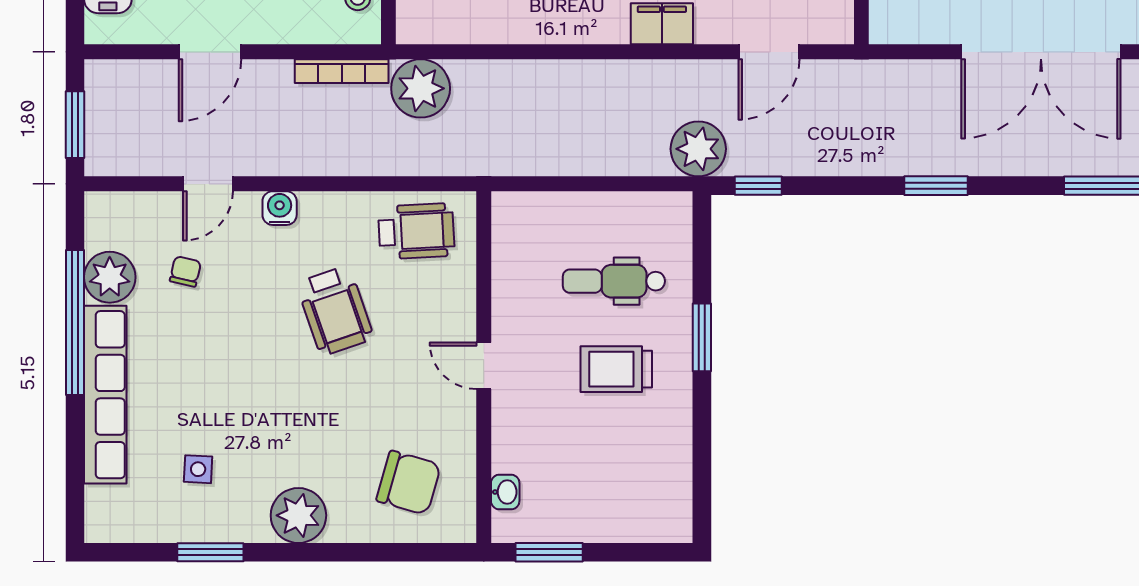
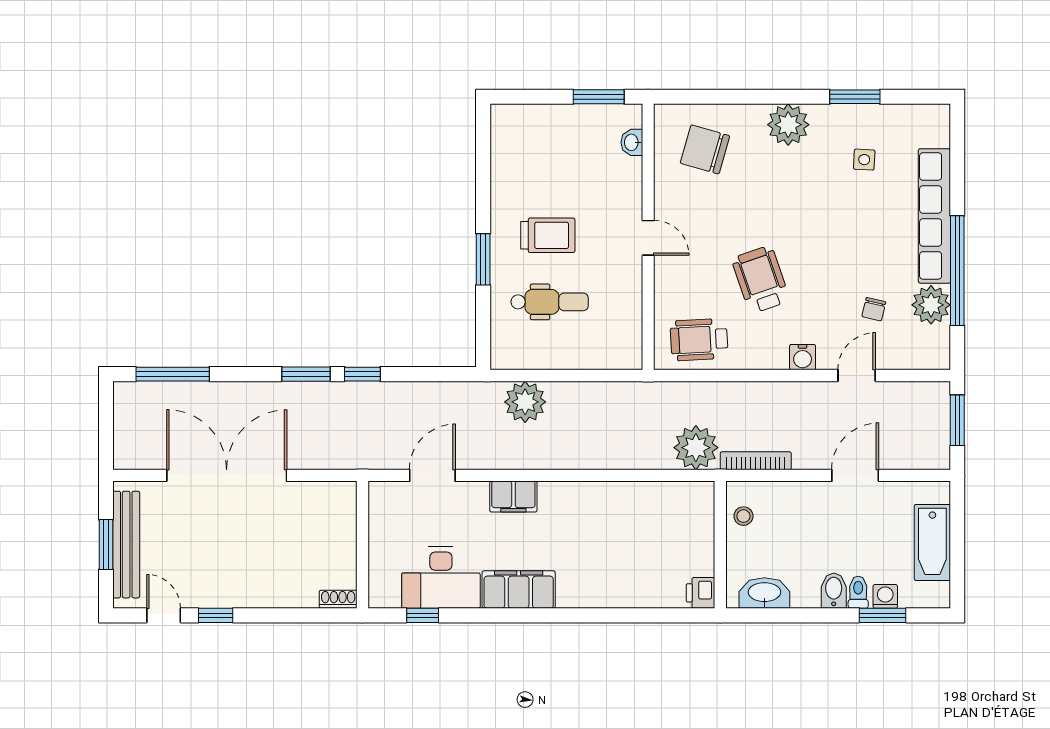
plant: (698, 149) -> (525, 402), moved
window: (758, 186) -> (362, 374), moved

